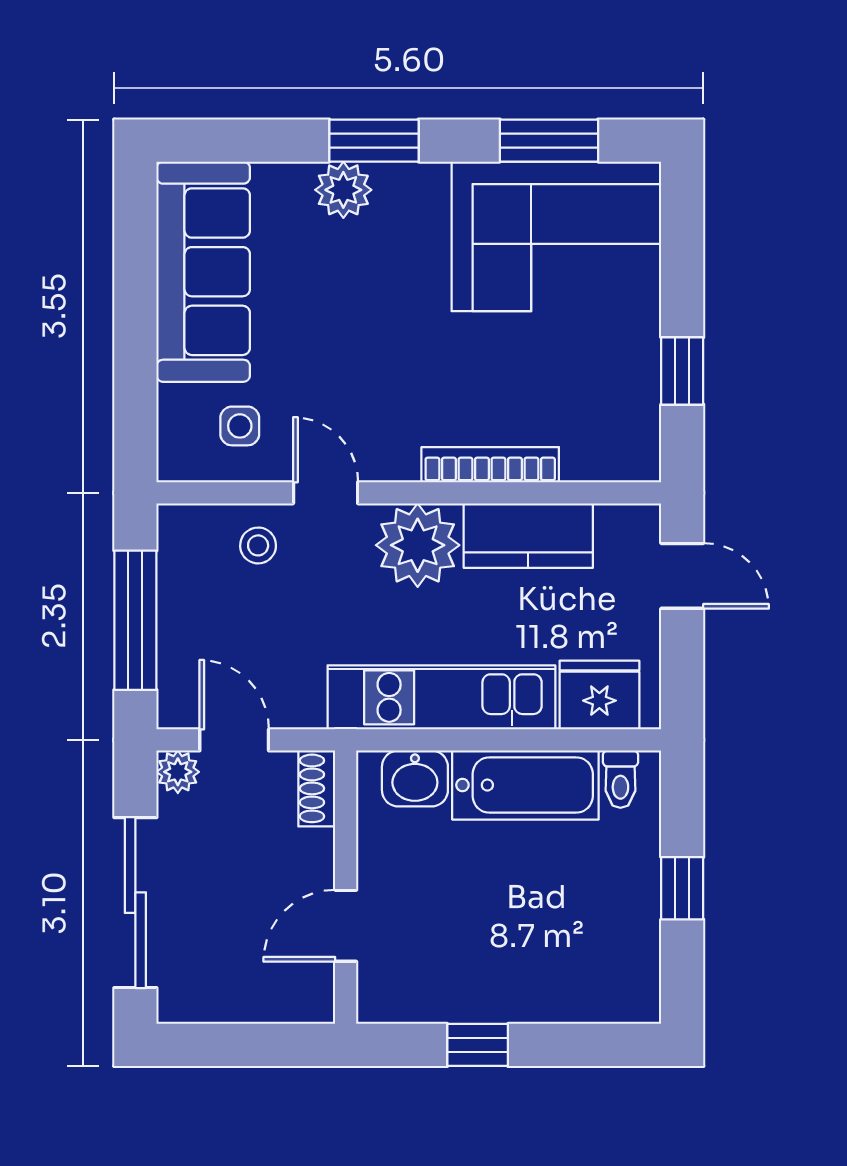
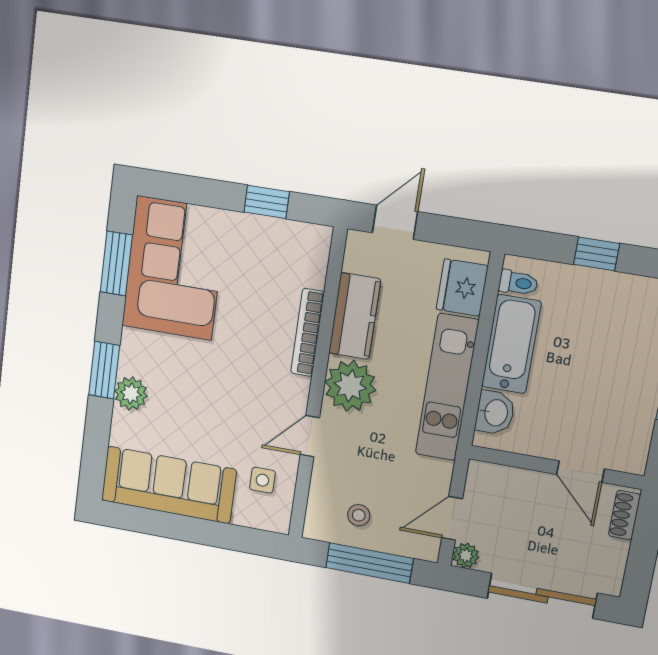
stool: (258, 545) -> (359, 515), moved
shoe rack: (317, 788) -> (625, 515), moved, turned 90

